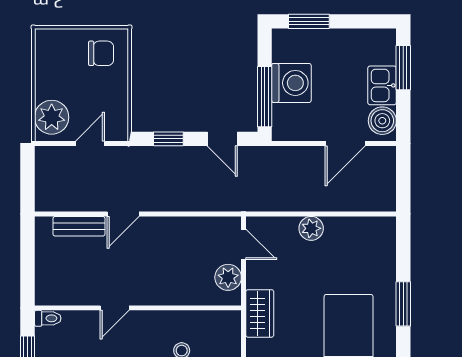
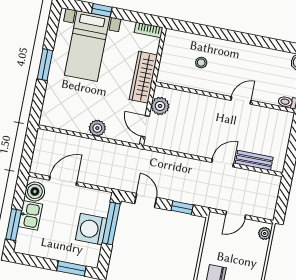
plant: (52, 117) -> (265, 233), width x0.53, depth x0.53
wardrobe: (260, 313) -> (143, 77), width x1.50

